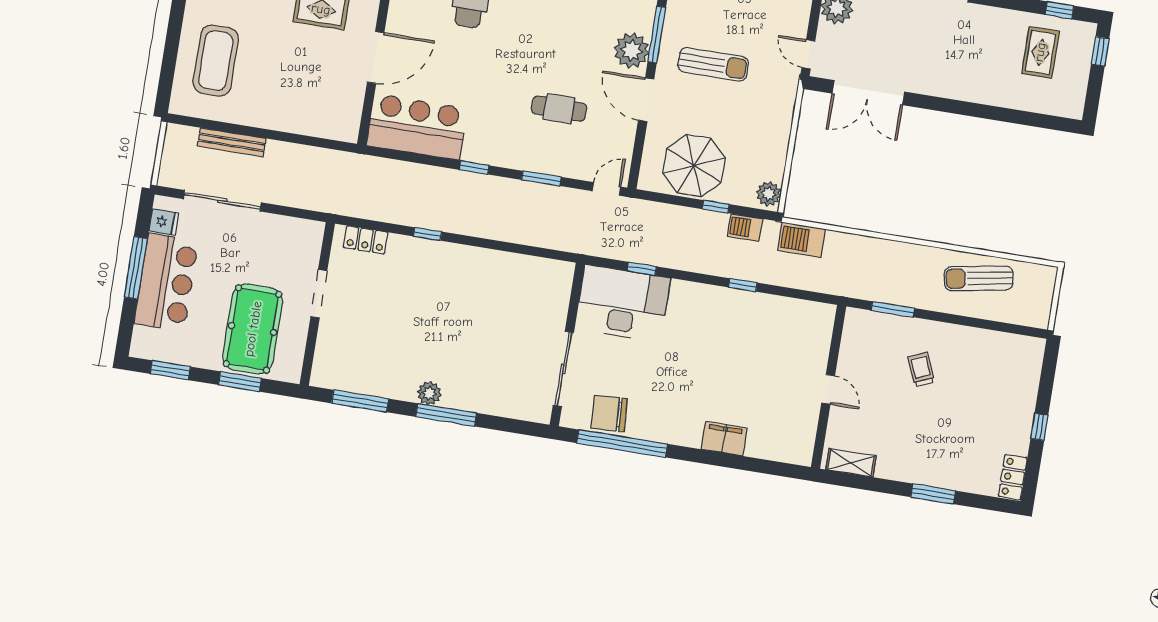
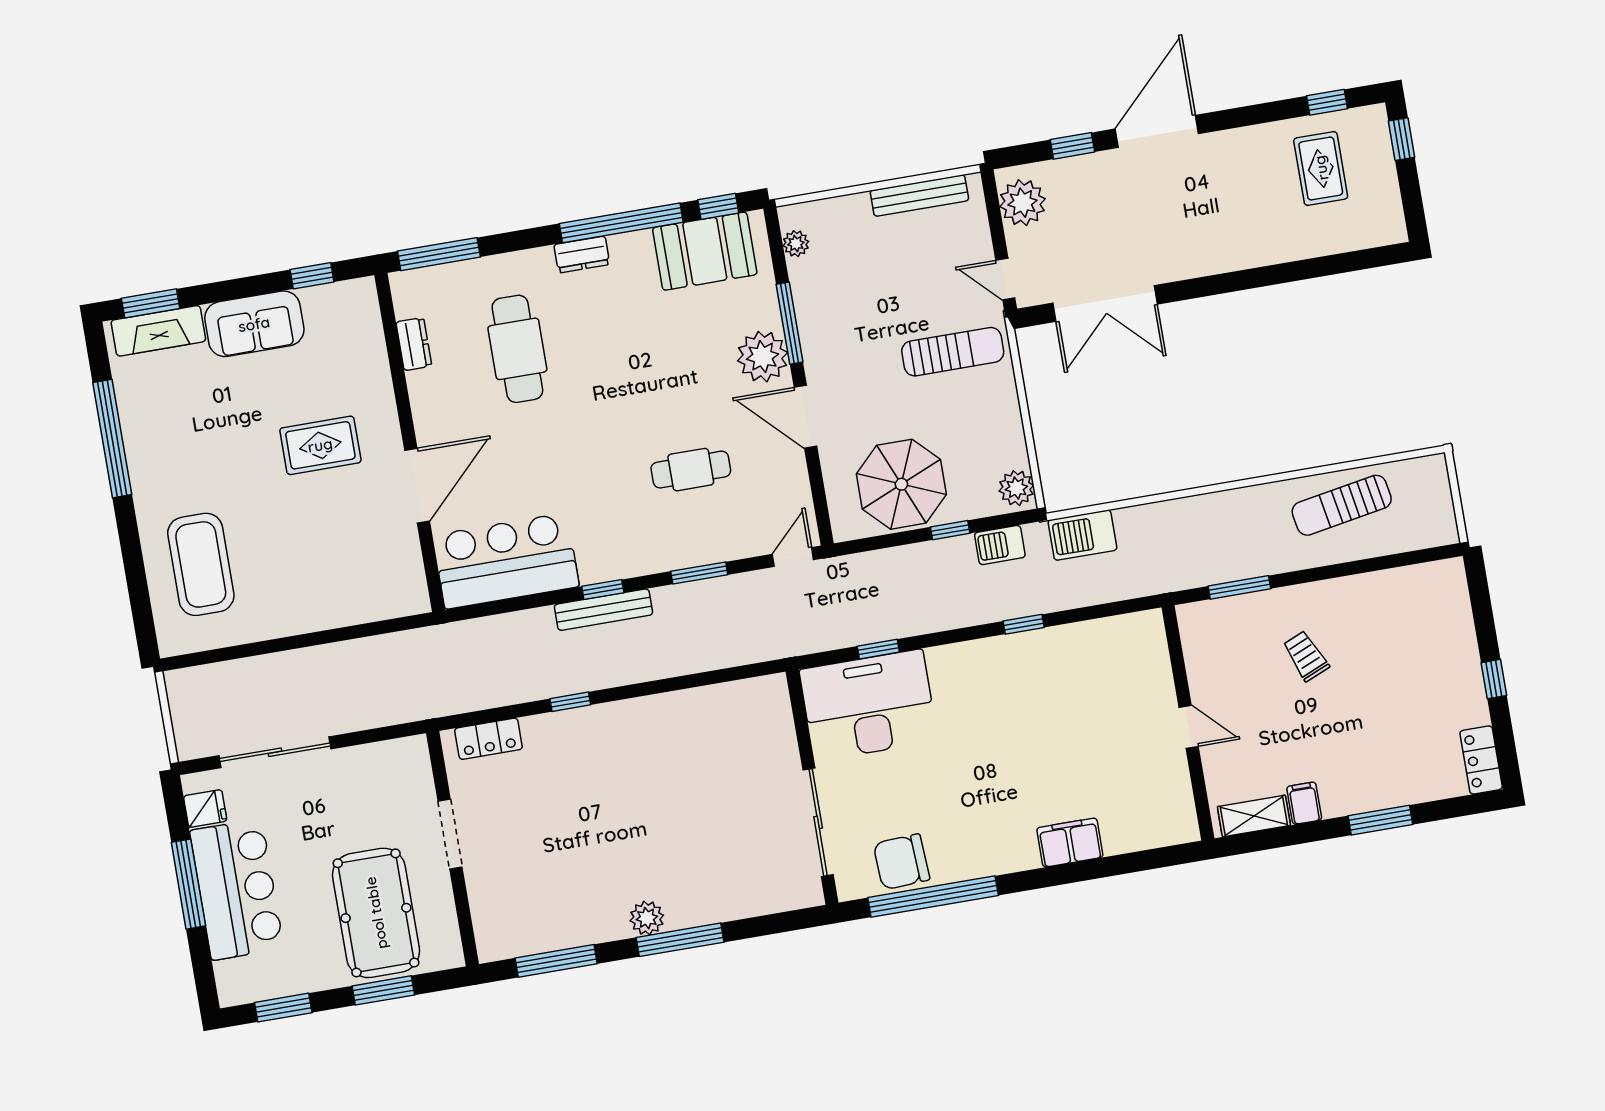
sun lounger: (713, 64) -> (953, 352), moved
bench: (232, 142) -> (603, 610), moved
filing cabinet: (887, 466) -> (1304, 803), added

